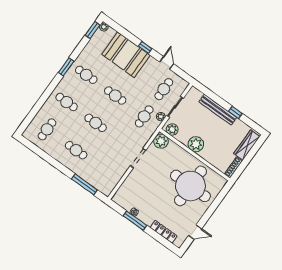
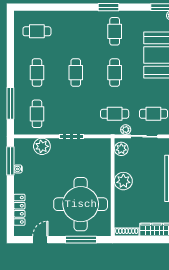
cafe table: (67, 102) -> (37, 114), moved
plant: (161, 141) -> (42, 146), moved
window: (216, 203) -> (81, 240), added
window: (135, 221) -> (10, 161), moved
door: (195, 232) -> (40, 240), swing flipped

